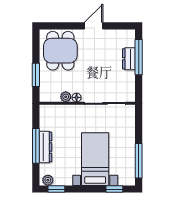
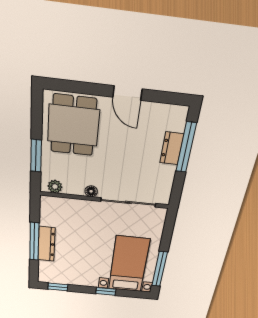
door: (94, 26) -> (127, 93), swing flipped
plant: (66, 97) -> (55, 187), moved
bed with nightstands: (95, 159) -> (129, 264), moved
plant: (48, 180) -> (48, 278), removed
window: (114, 189) -> (106, 291), moved

